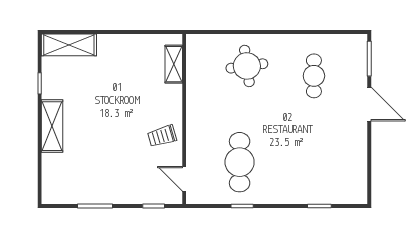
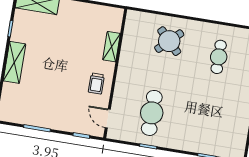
shelving: (174, 64) -> (112, 47), moved
round table: (247, 66) -> (169, 41), turned -36
trolley: (162, 136) -> (96, 84), turned -74

